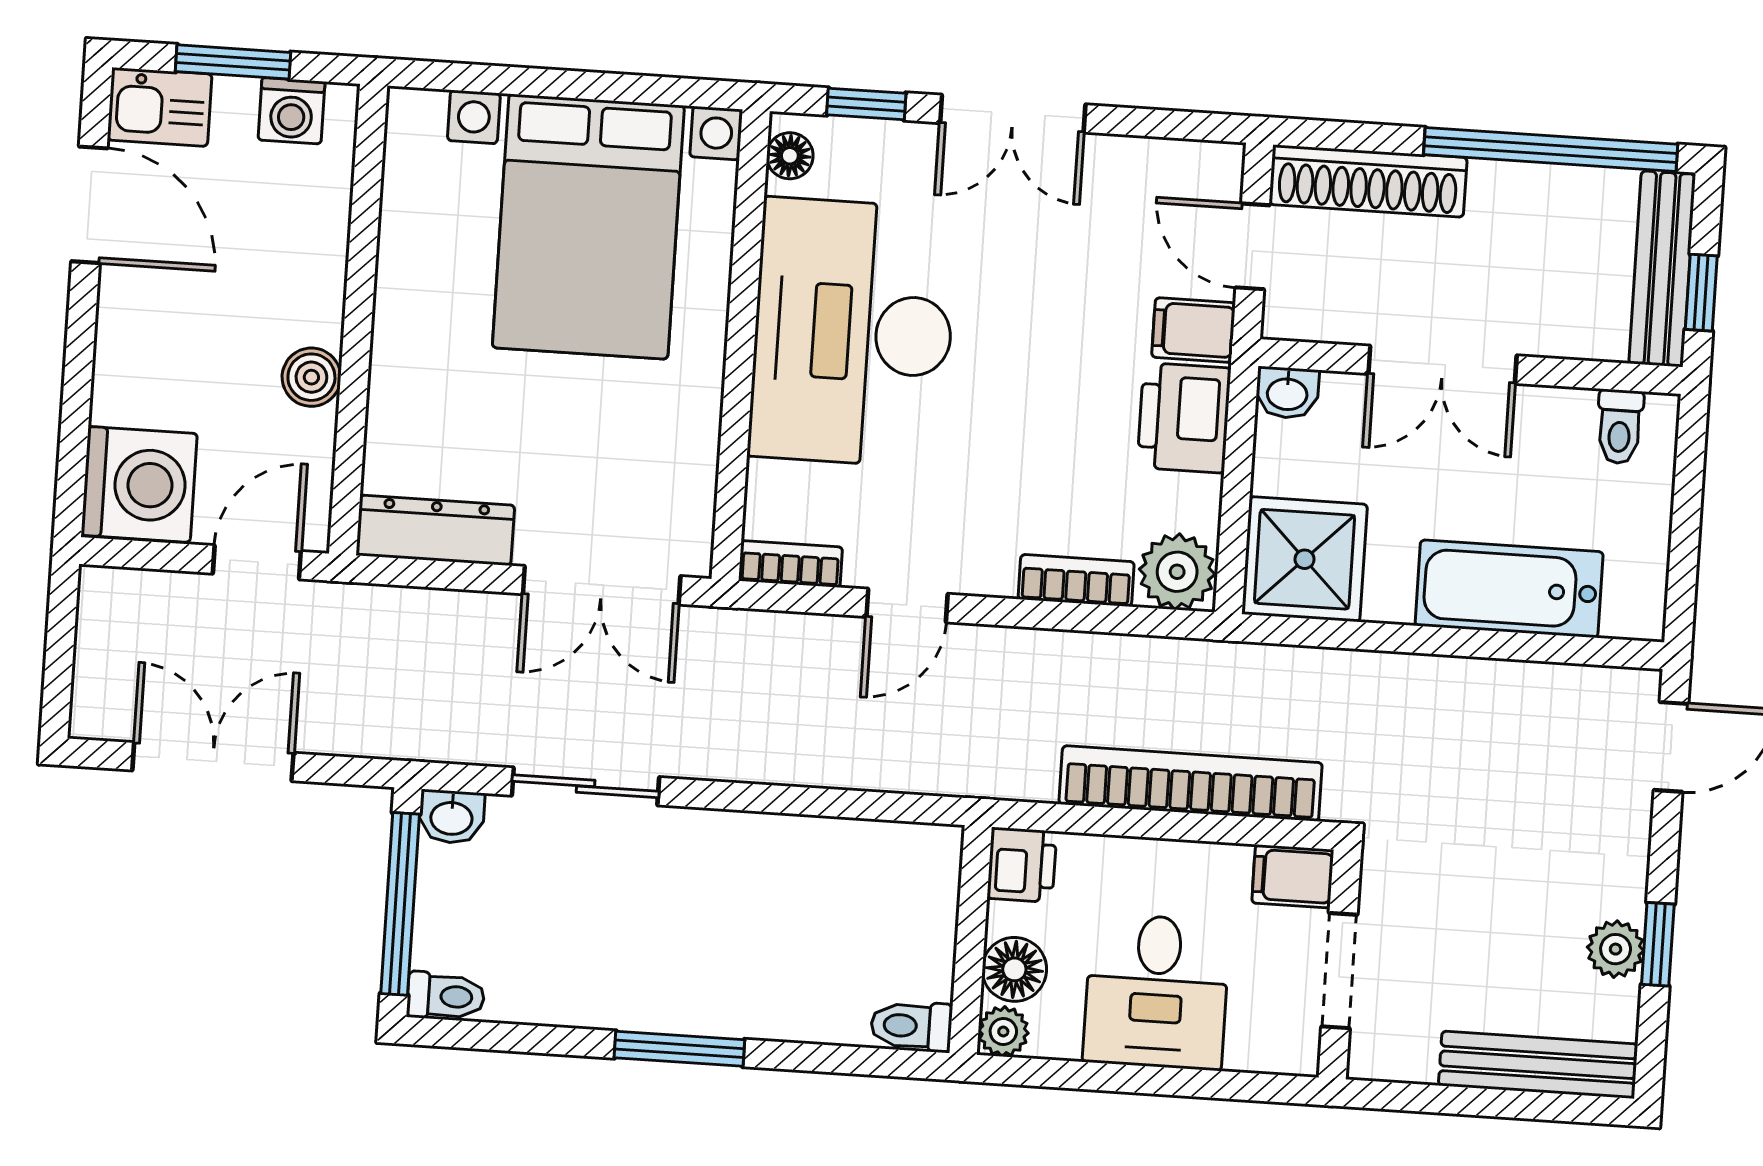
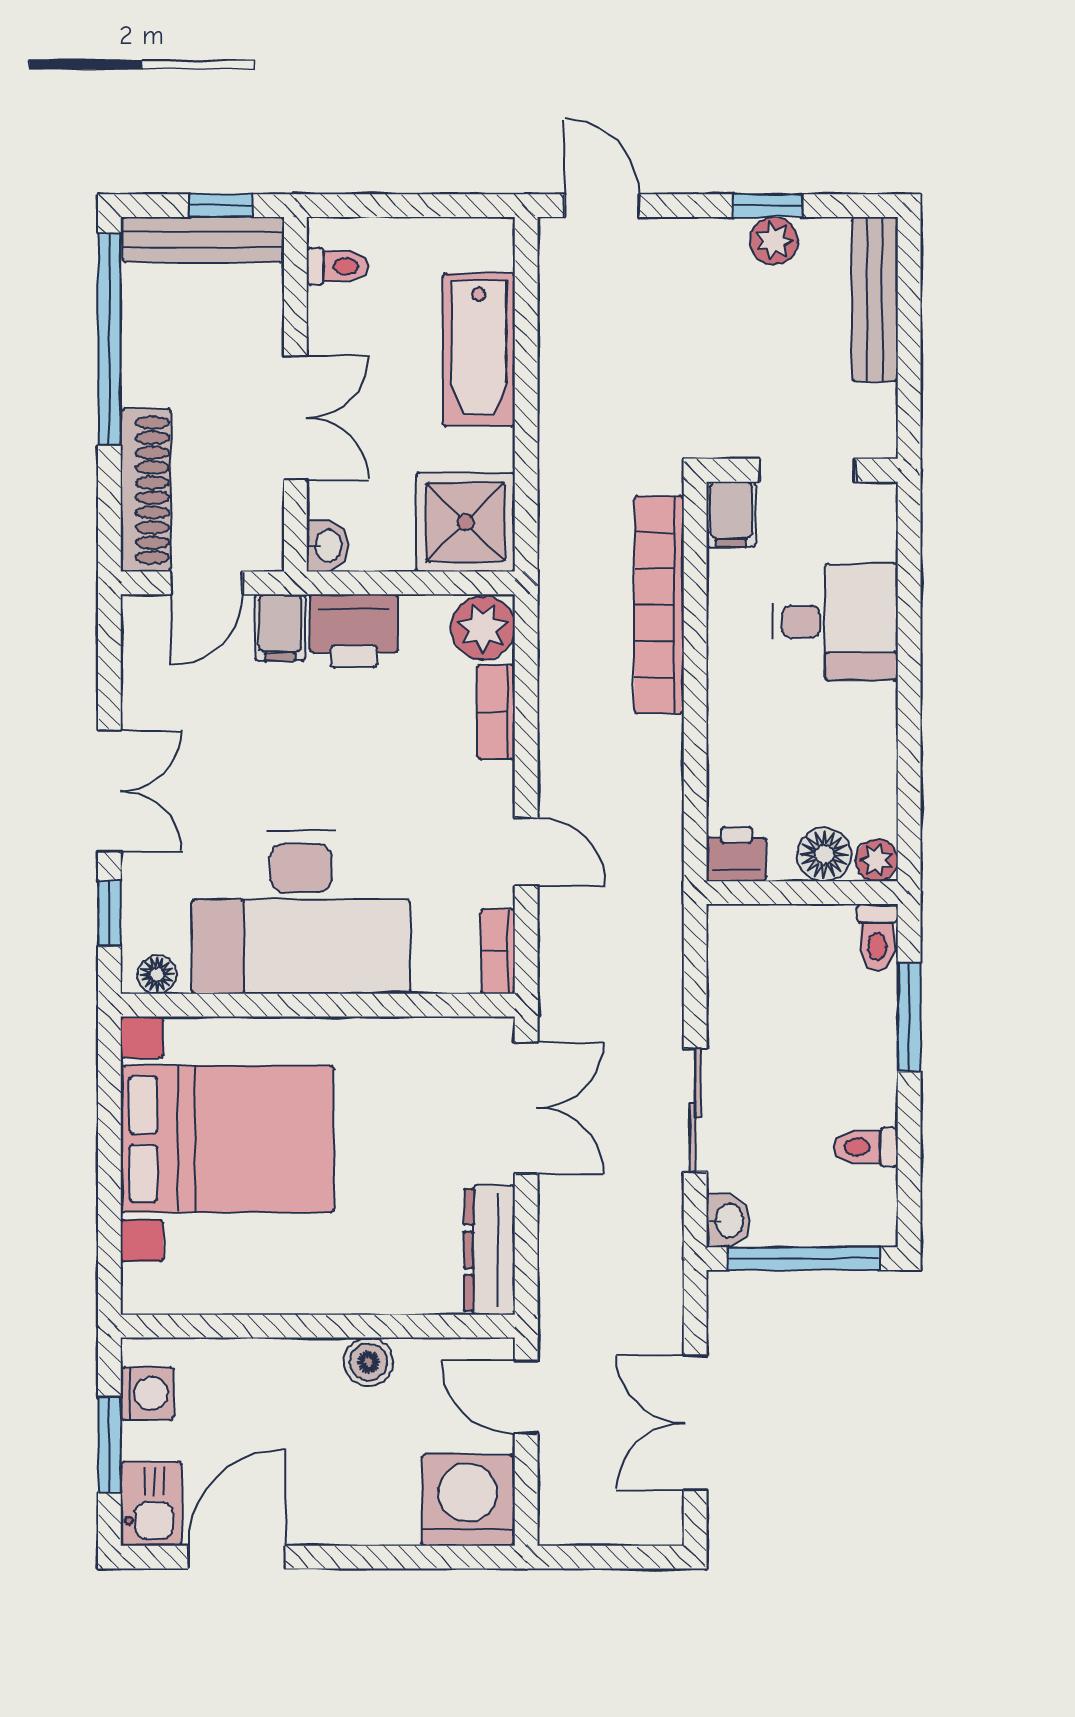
printer: (1022, 865) -> (736, 854), moved
wall: (971, 940) -> (802, 893), moved
floor lamp: (1014, 969) -> (824, 854), moved
toilet: (446, 996) -> (866, 1147), moved, turned -90
toilet: (911, 1026) -> (877, 937), moved
plant: (1003, 1031) -> (877, 860), moved

